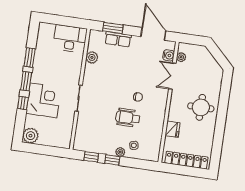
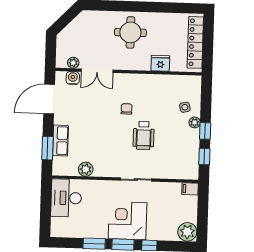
corner desk: (43, 100) -> (128, 221), moved
wheelchair: (128, 118) -> (144, 135), moved
filing cabinet: (66, 142) -> (190, 189), added

